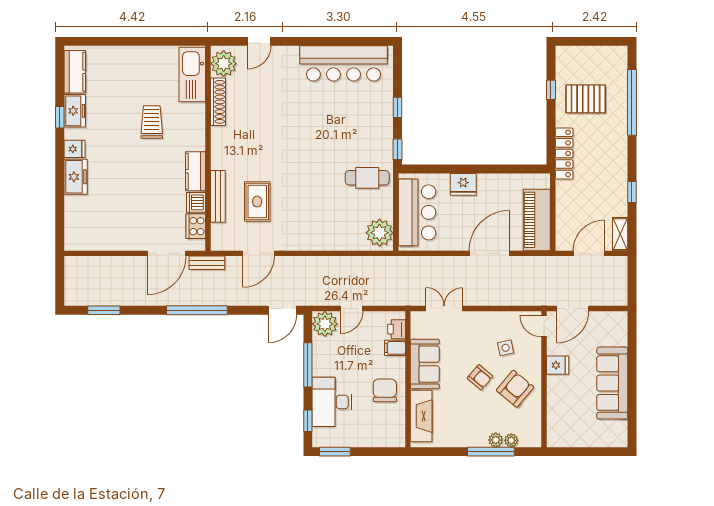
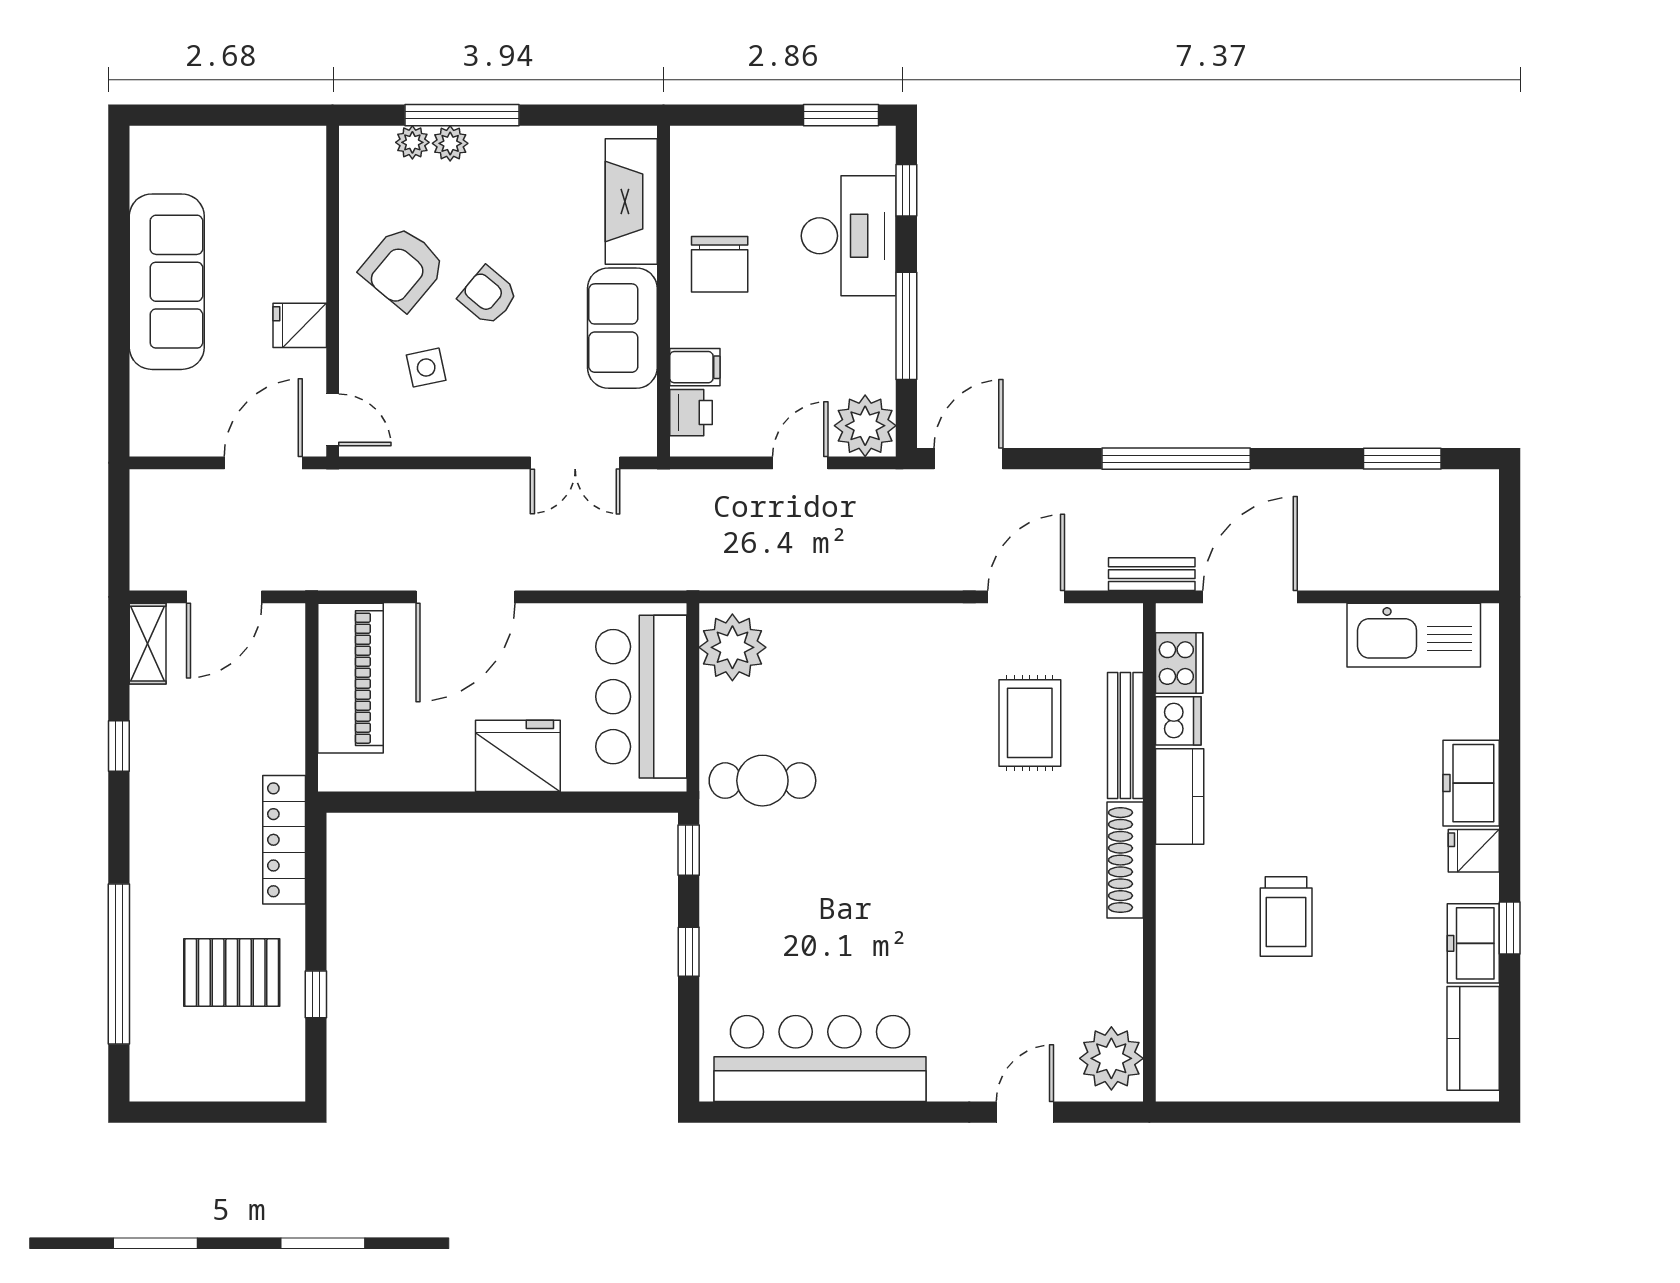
kitchen sink: (192, 75) -> (1414, 635), moved, turned 90
shoe rack: (218, 102) -> (1125, 860), moved
fridge: (463, 184) -> (518, 756), width x1.36, depth x1.34

